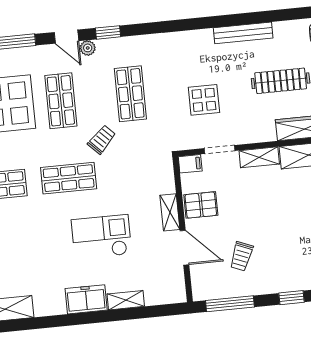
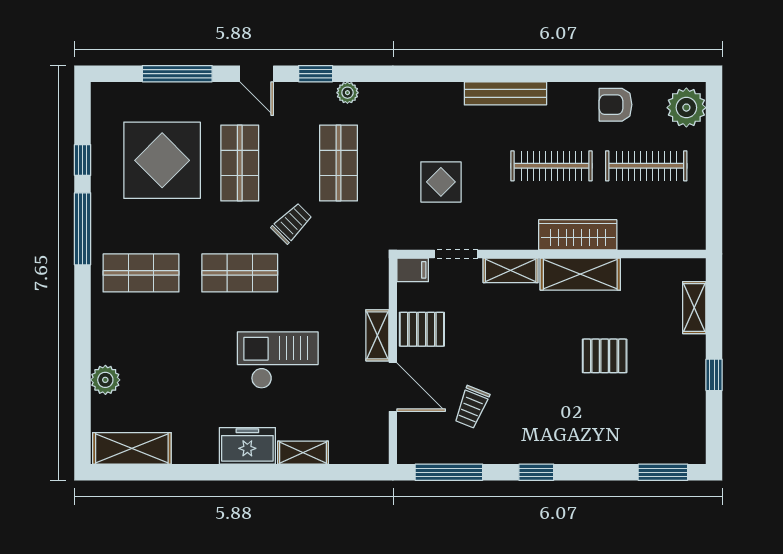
plant: (88, 48) -> (347, 93), moved

